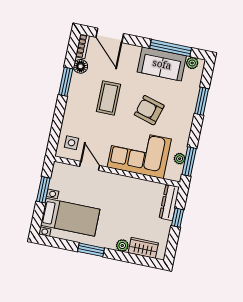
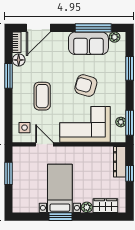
door: (110, 35) -> (38, 28), hinge flipped
coffee table: (108, 98) -> (42, 96), moved
bed with nightstands: (70, 217) -> (60, 188), moved, turned -90

